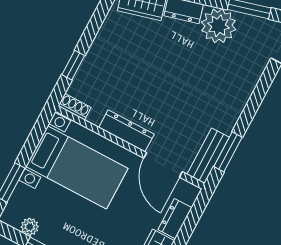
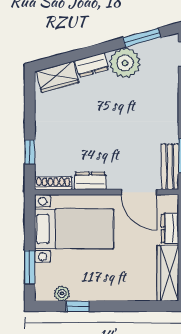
shoe rack: (74, 107) -> (53, 183), width x1.43
dresser: (126, 131) -> (90, 181), width x0.70

